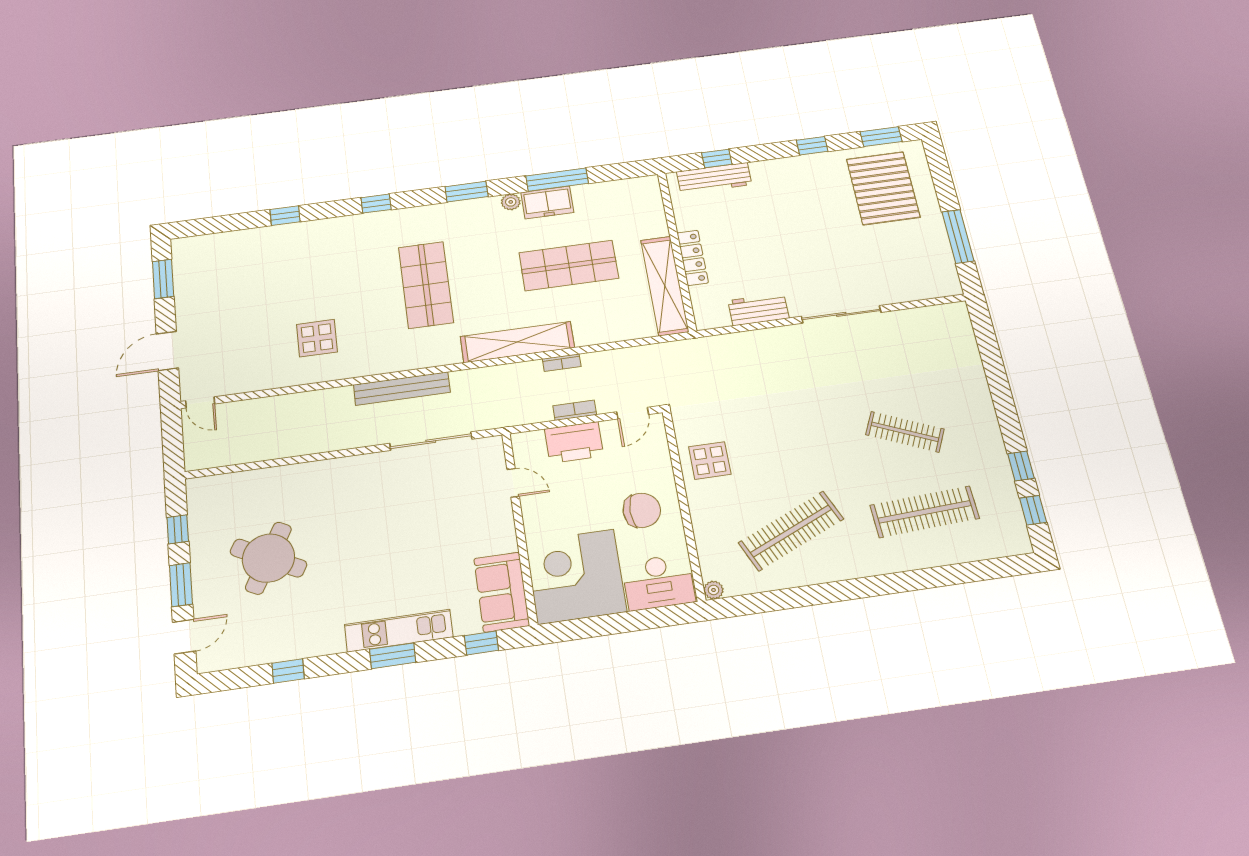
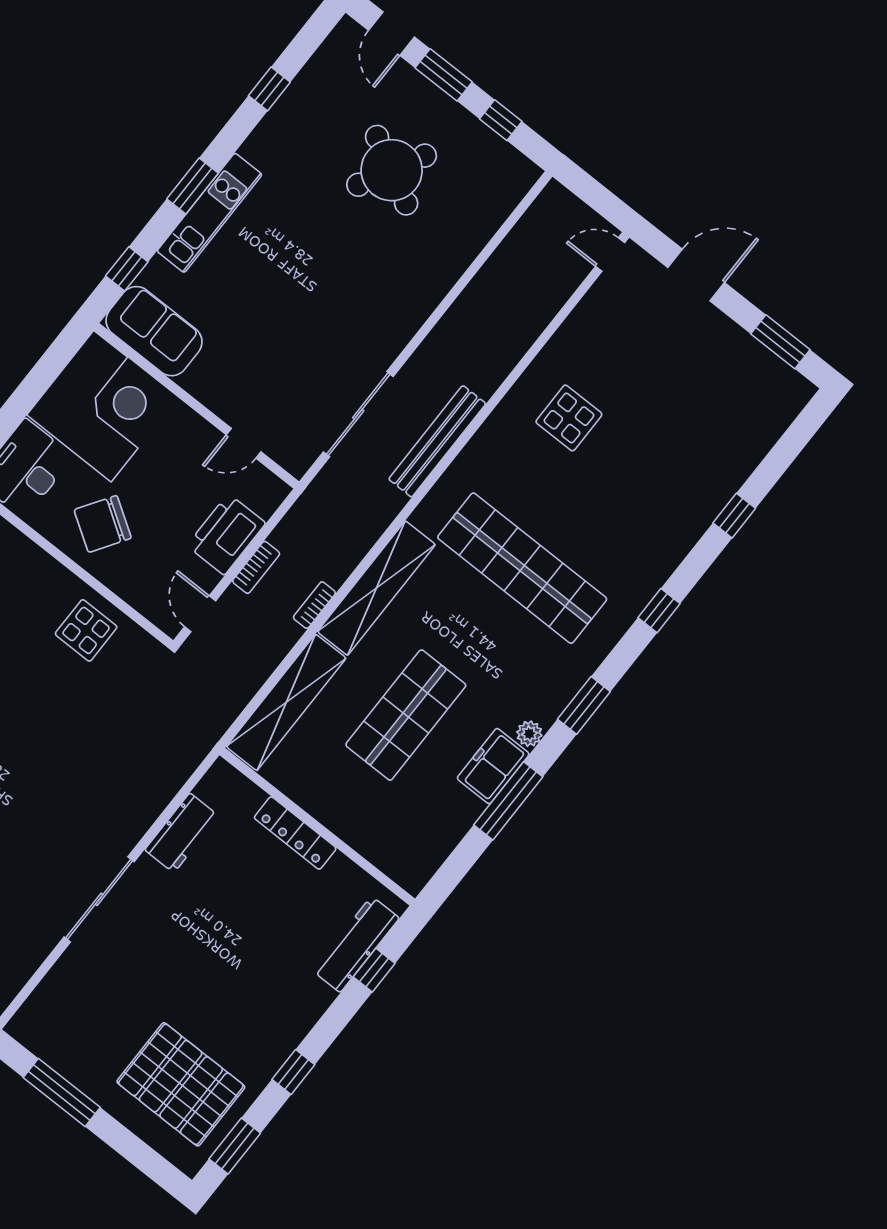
shop shelf: (426, 285) -> (522, 568), width x1.40
shelving: (665, 286) -> (286, 702), moved, turned 90
door: (167, 351) -> (696, 275), hinge flipped
chair: (642, 510) -> (103, 524), turned 33

